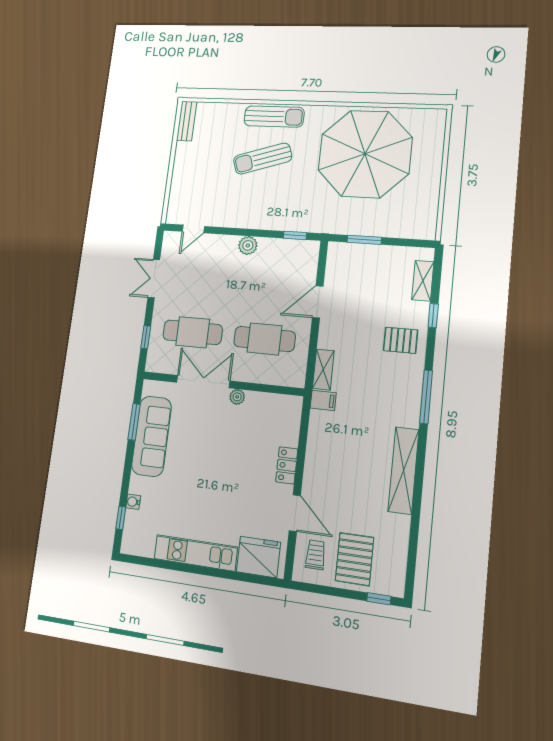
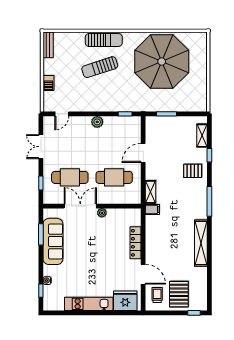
barbecue: (179, 179) -> (49, 83), added
locker: (287, 465) -> (136, 243), width x1.53

